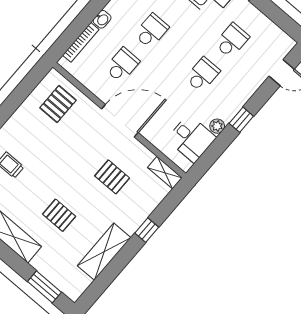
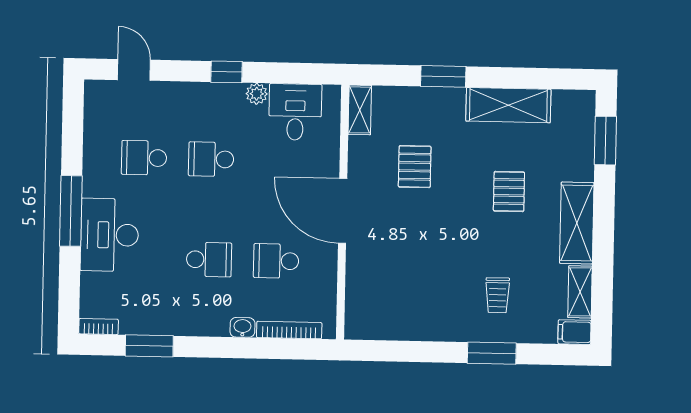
school desk: (151, 31) -> (209, 260), turned 180
pallet: (58, 104) -> (382, 298), removed
window: (147, 230) -> (443, 76), width x1.50

